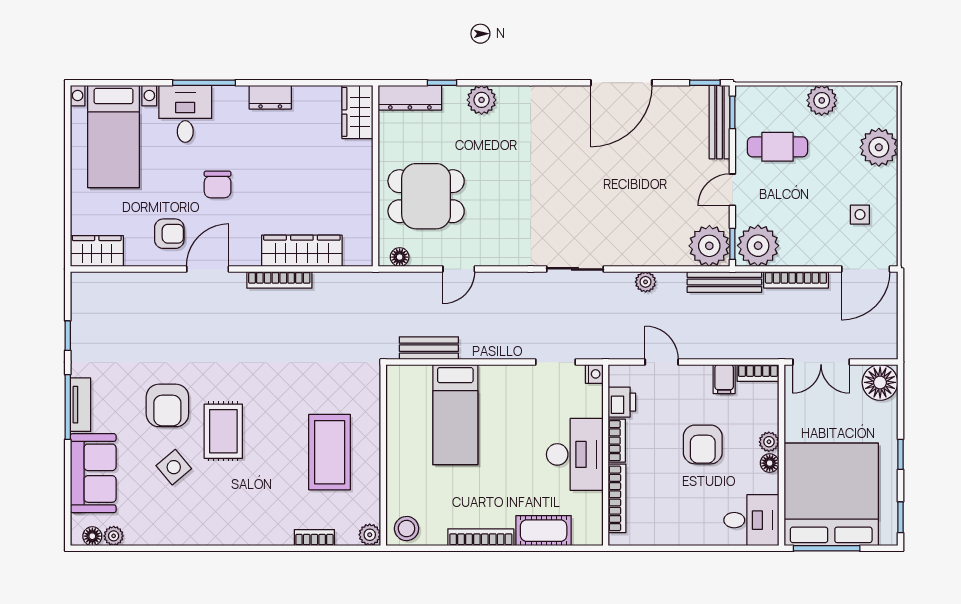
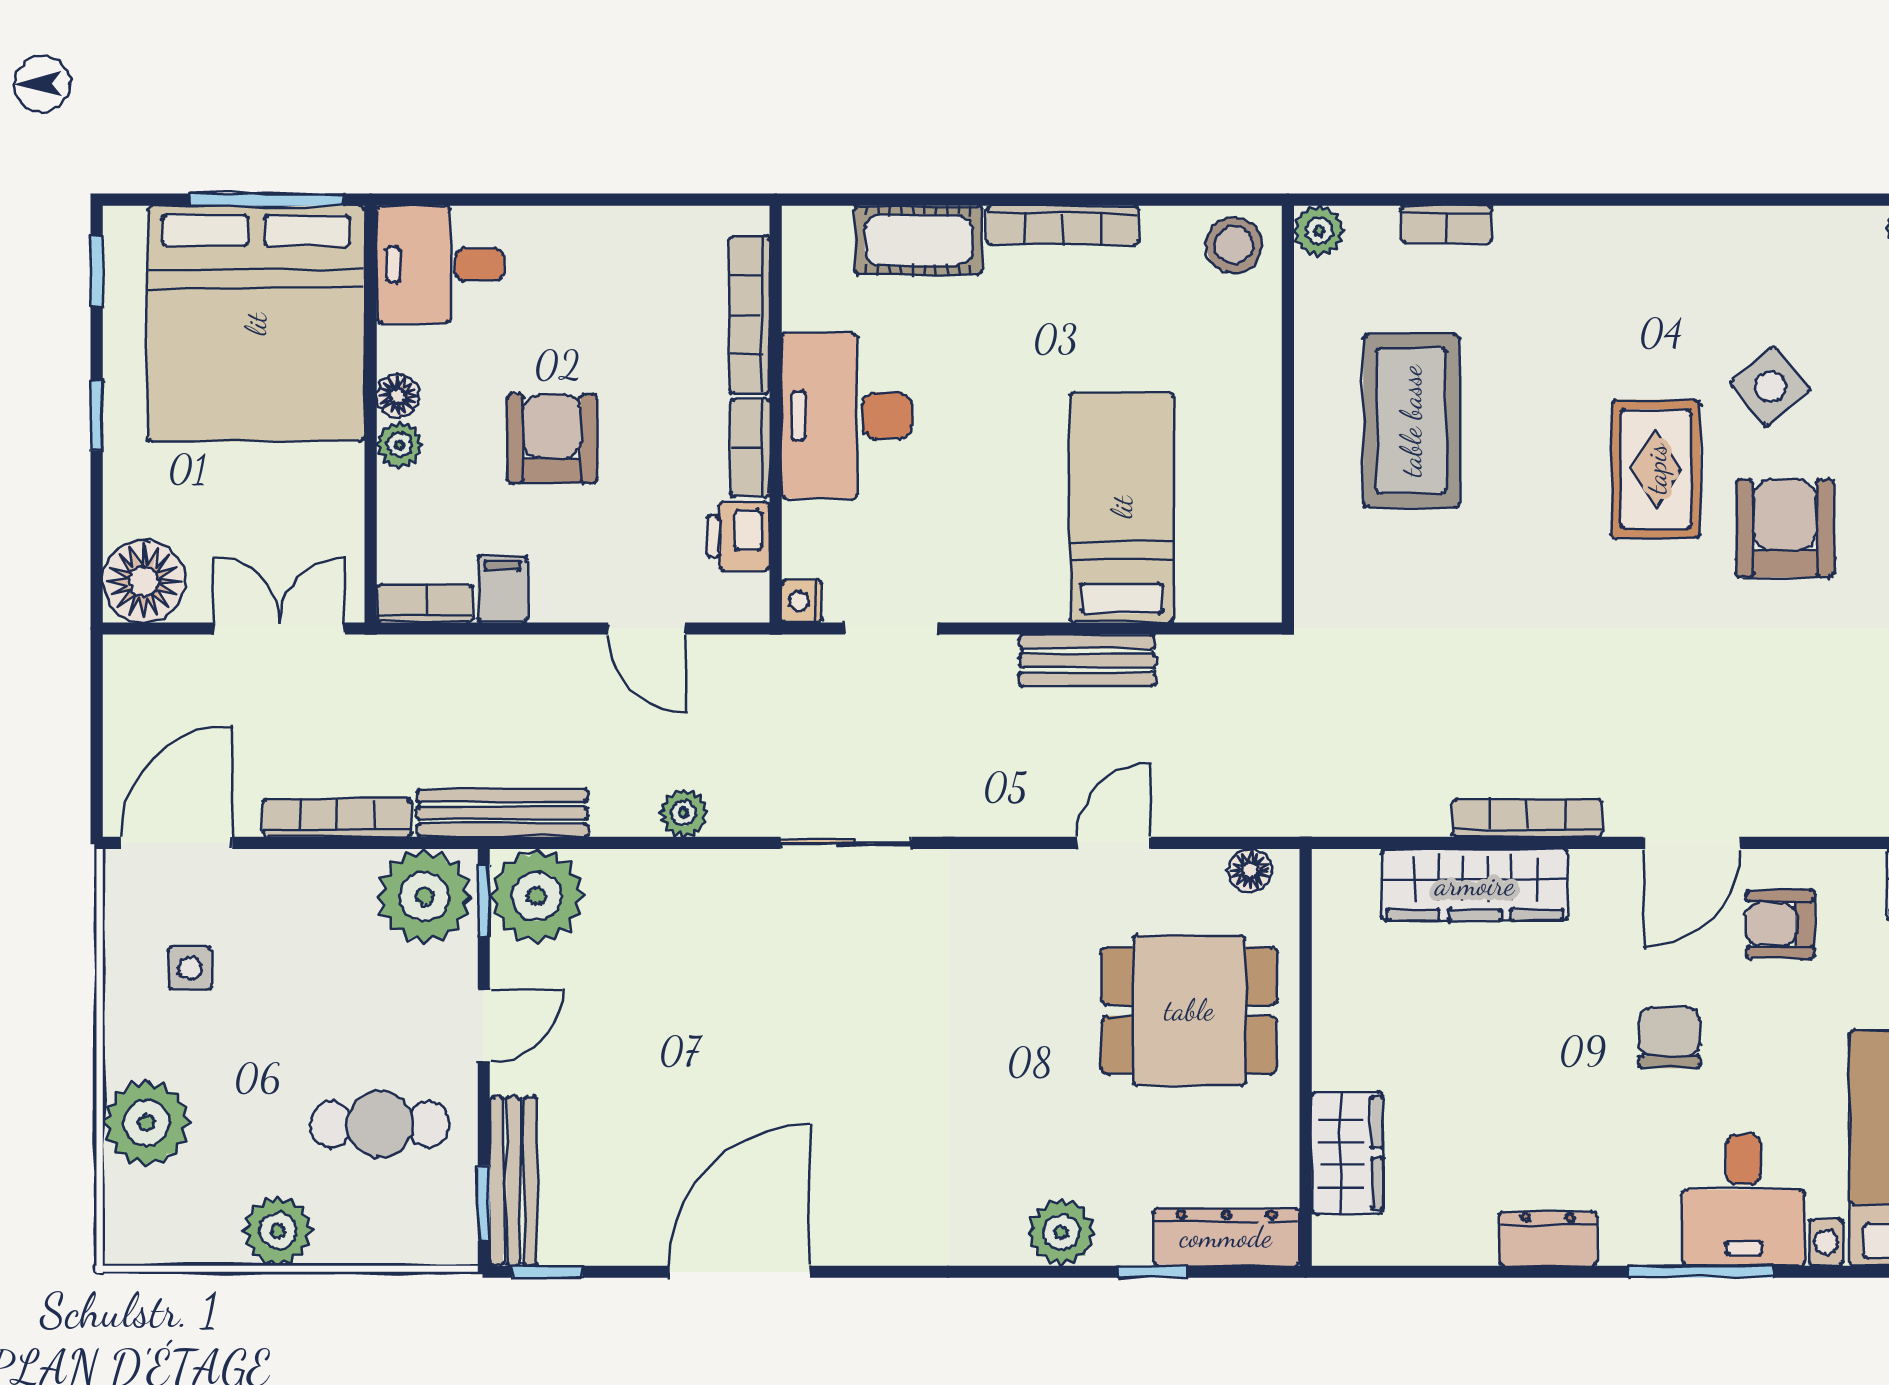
wardrobe: (357, 112) -> (1347, 1153), moved
bench: (429, 348) -> (1087, 660), moved

